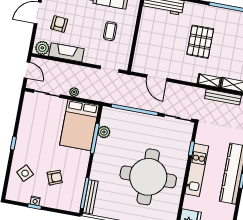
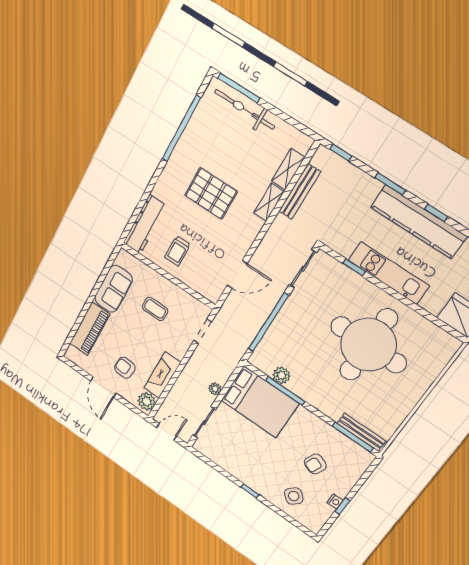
trolley: (155, 33) -> (177, 251), added
armchair: (55, 178) -> (315, 464), turned -137

